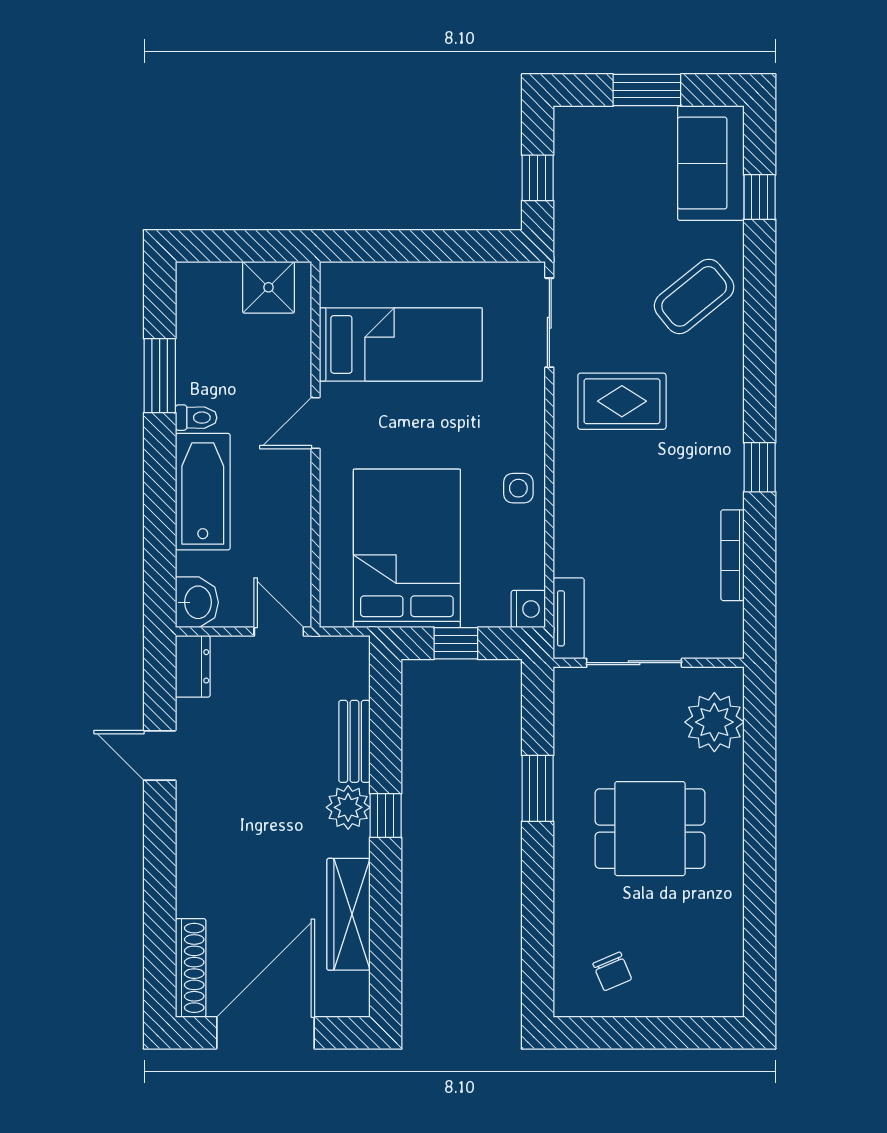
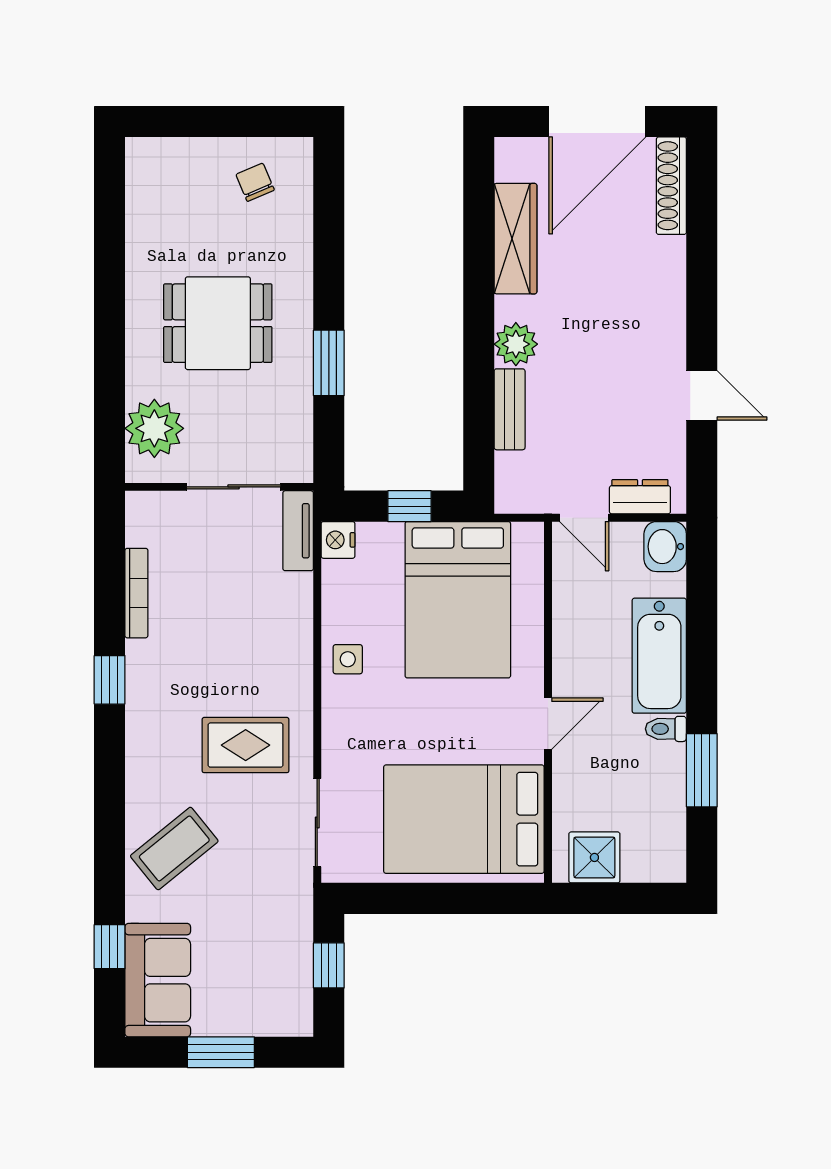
bed: (401, 344) -> (464, 819), width x1.50
dresser: (193, 666) -> (640, 497), moved, turned 90
window: (386, 815) -> (479, 336), removed

